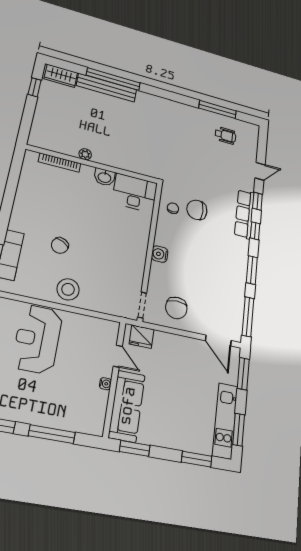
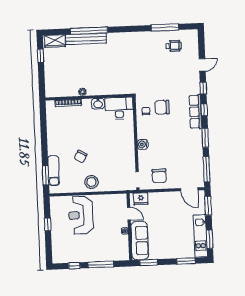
row of seats: (244, 214) -> (196, 112), moved

